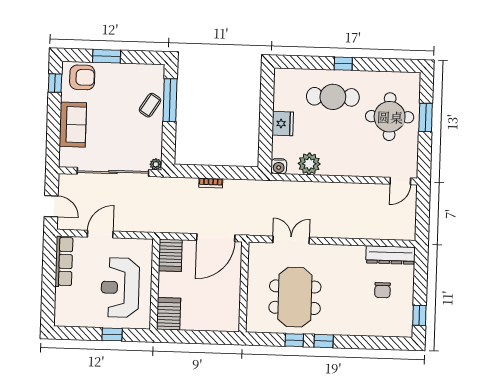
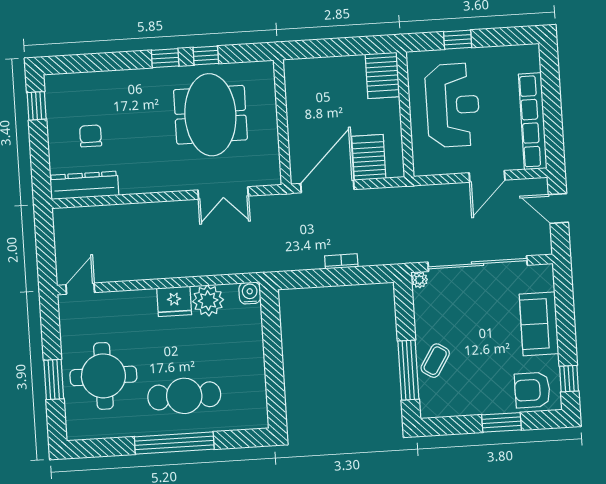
window: (343, 64) -> (174, 443), width x3.17
fridge: (283, 124) -> (174, 301), moved, turned -90
server rack: (170, 255) -> (369, 157), moved
row of seats: (64, 261) -> (533, 121), width x1.36

